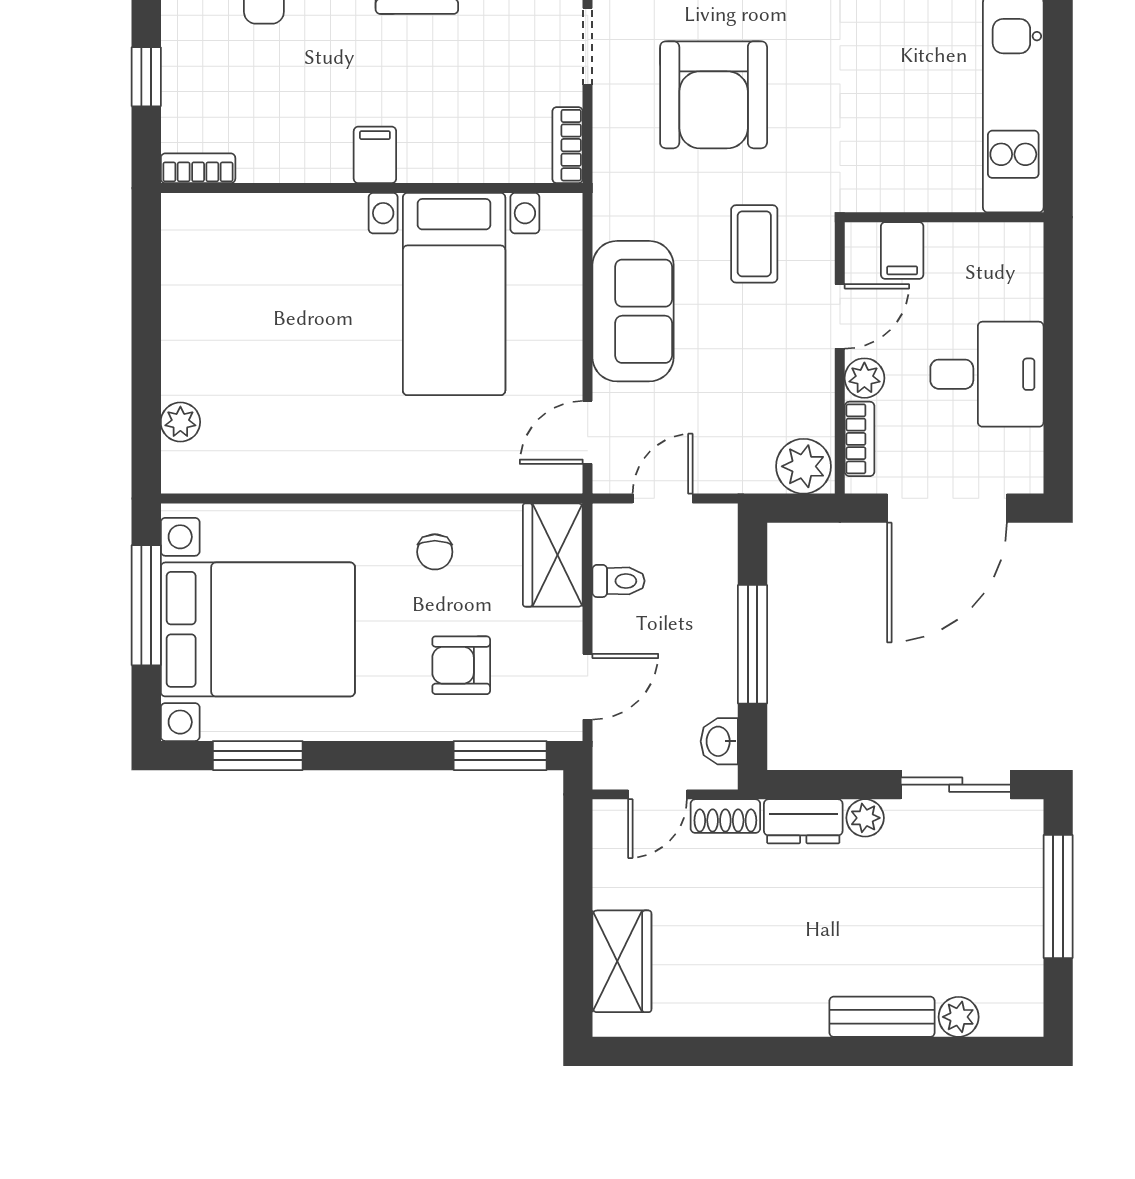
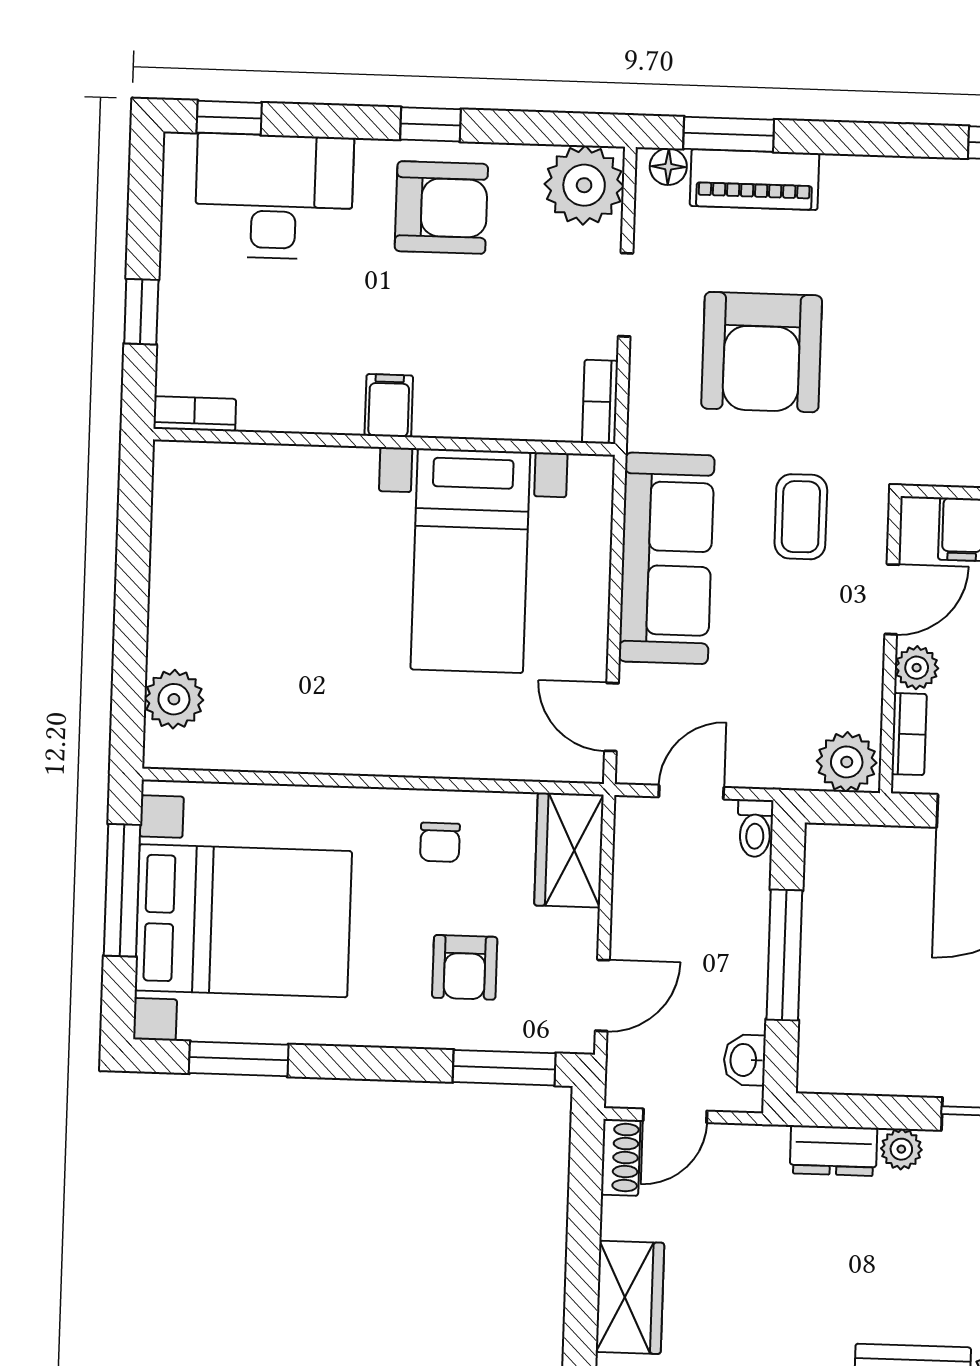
sofa: (633, 311) -> (667, 558), width x1.36
plant: (180, 422) -> (174, 699), width x1.38, depth x1.38
door: (588, 432) -> (612, 717), hinge flipped
toilet: (619, 581) -> (755, 828), moved, turned 90
armchair: (461, 665) -> (465, 967), turned -90
shoe rack: (725, 816) -> (621, 1157), moved, turned -90

